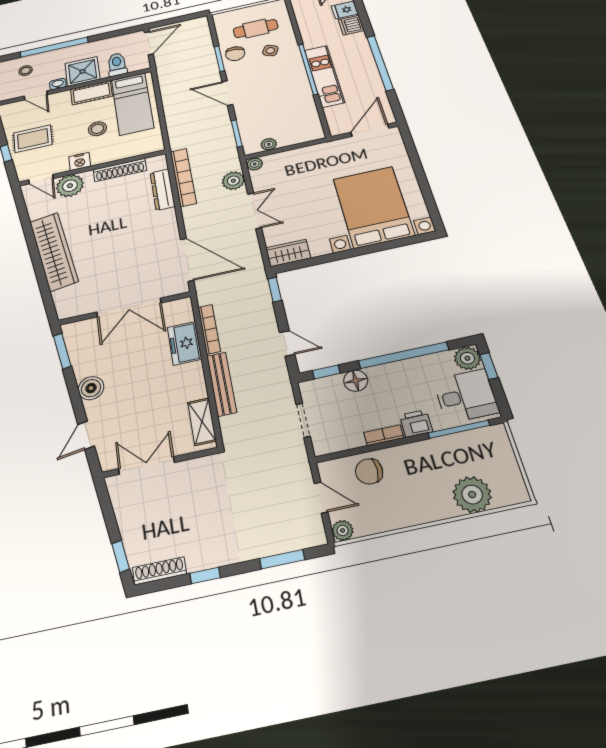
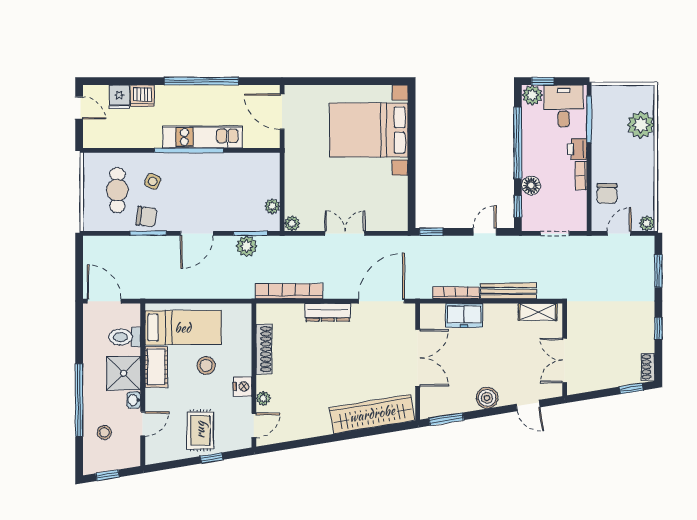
plant: (233, 181) -> (247, 246), moved
plant: (70, 186) -> (263, 398), width x0.53, depth x0.53
dresser: (162, 190) -> (328, 312), moved
wardrobe: (54, 251) -> (372, 414), moved
wardrobe: (288, 253) -> (397, 213), removed
shoe rack: (159, 571) -> (648, 367), width x0.70

